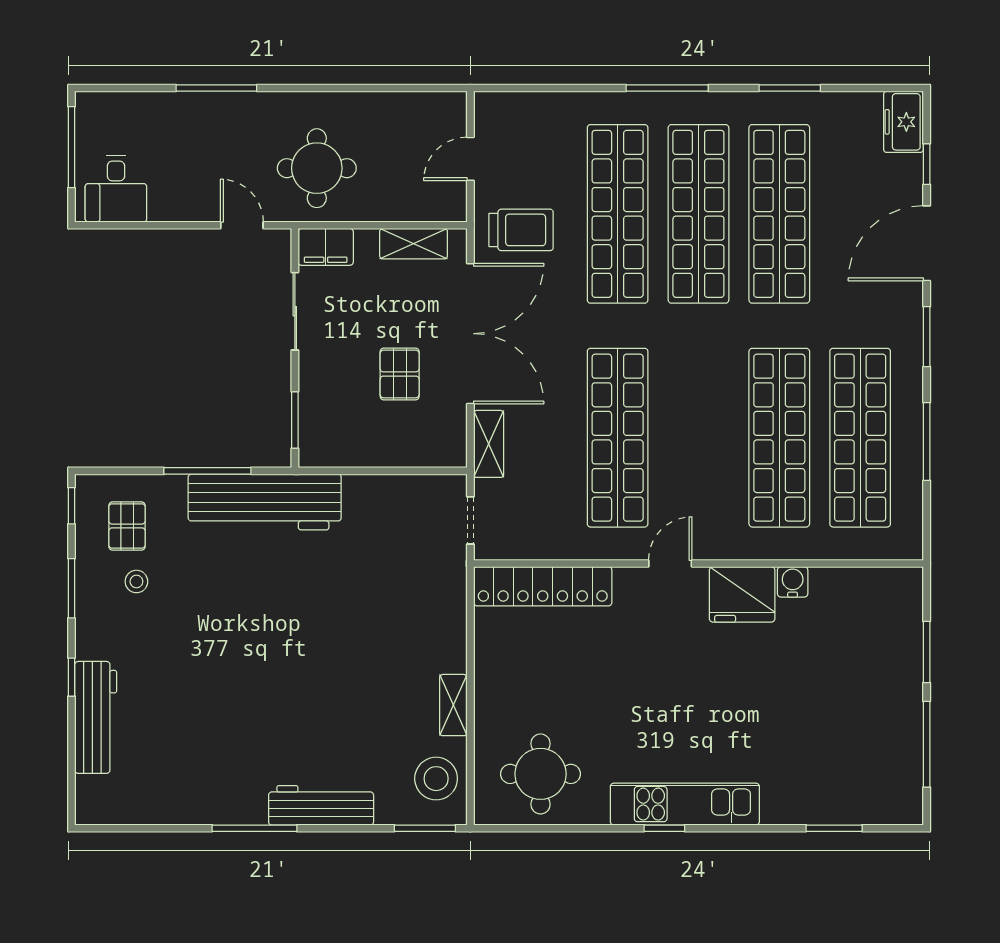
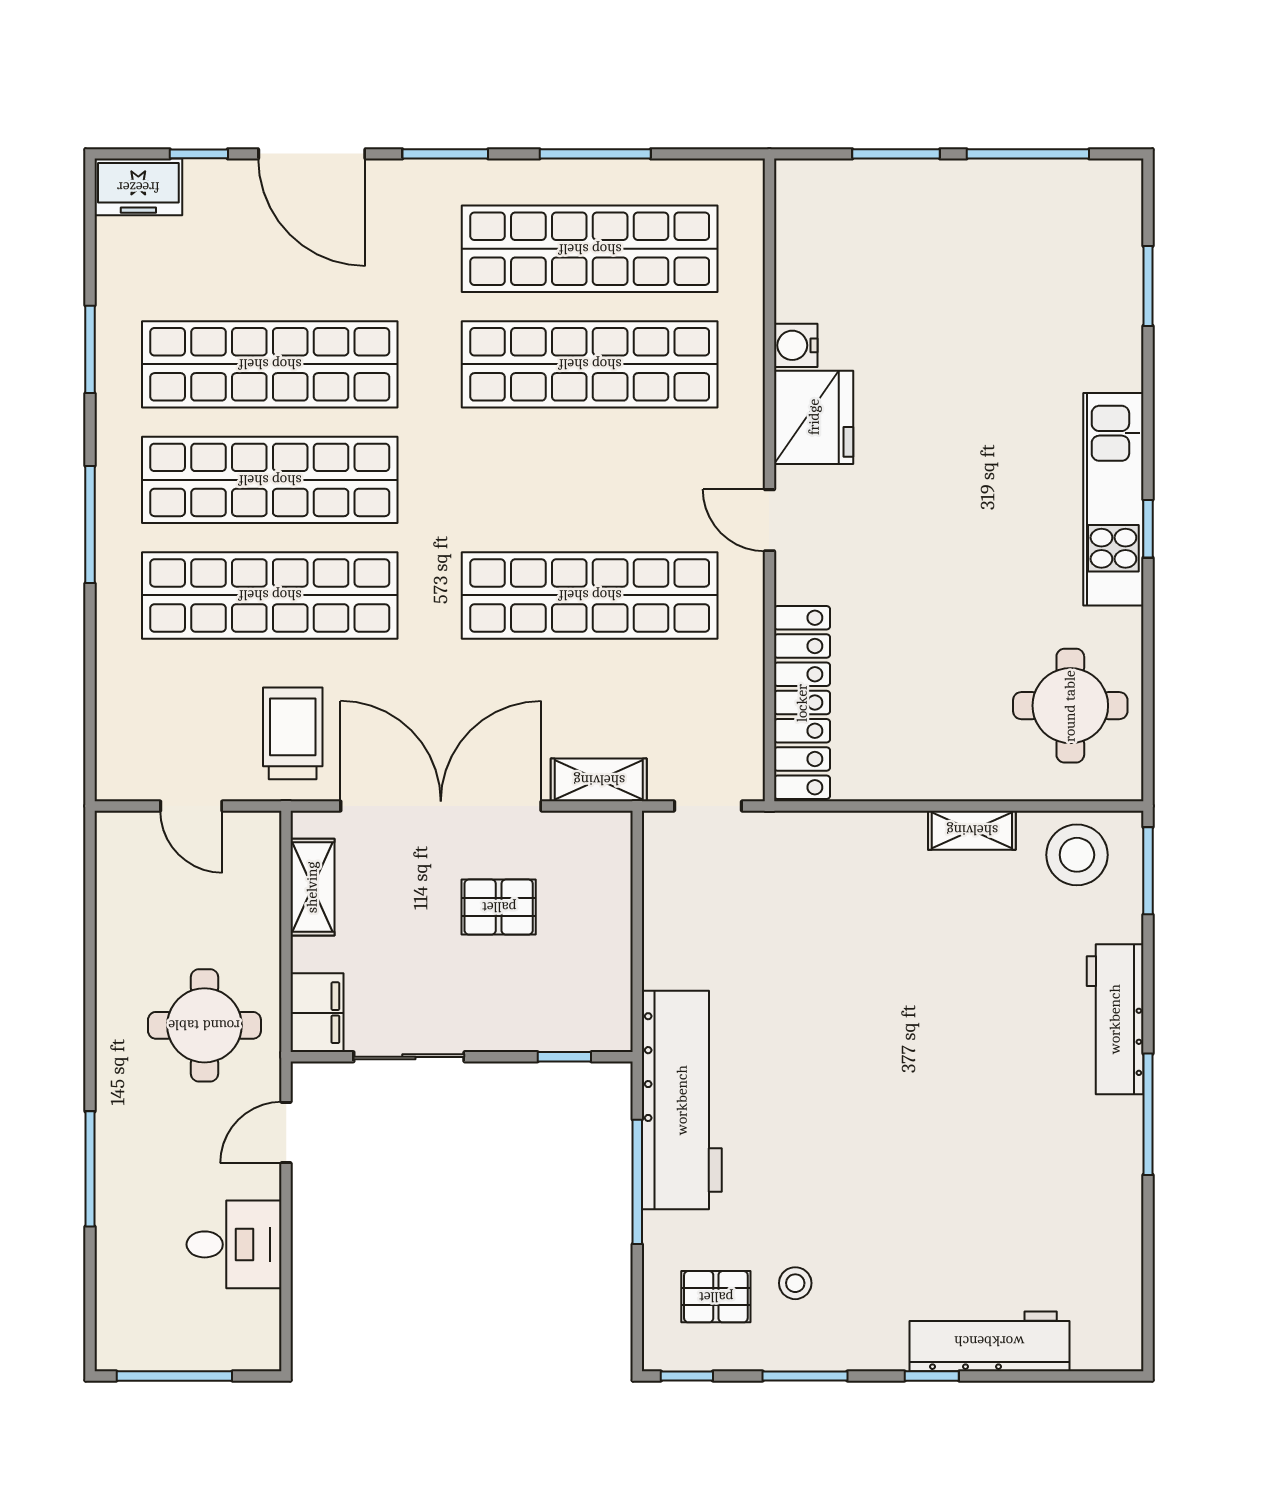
desk: (116, 189) -> (234, 1244), moved
window: (295, 420) -> (564, 1057), width x0.67

